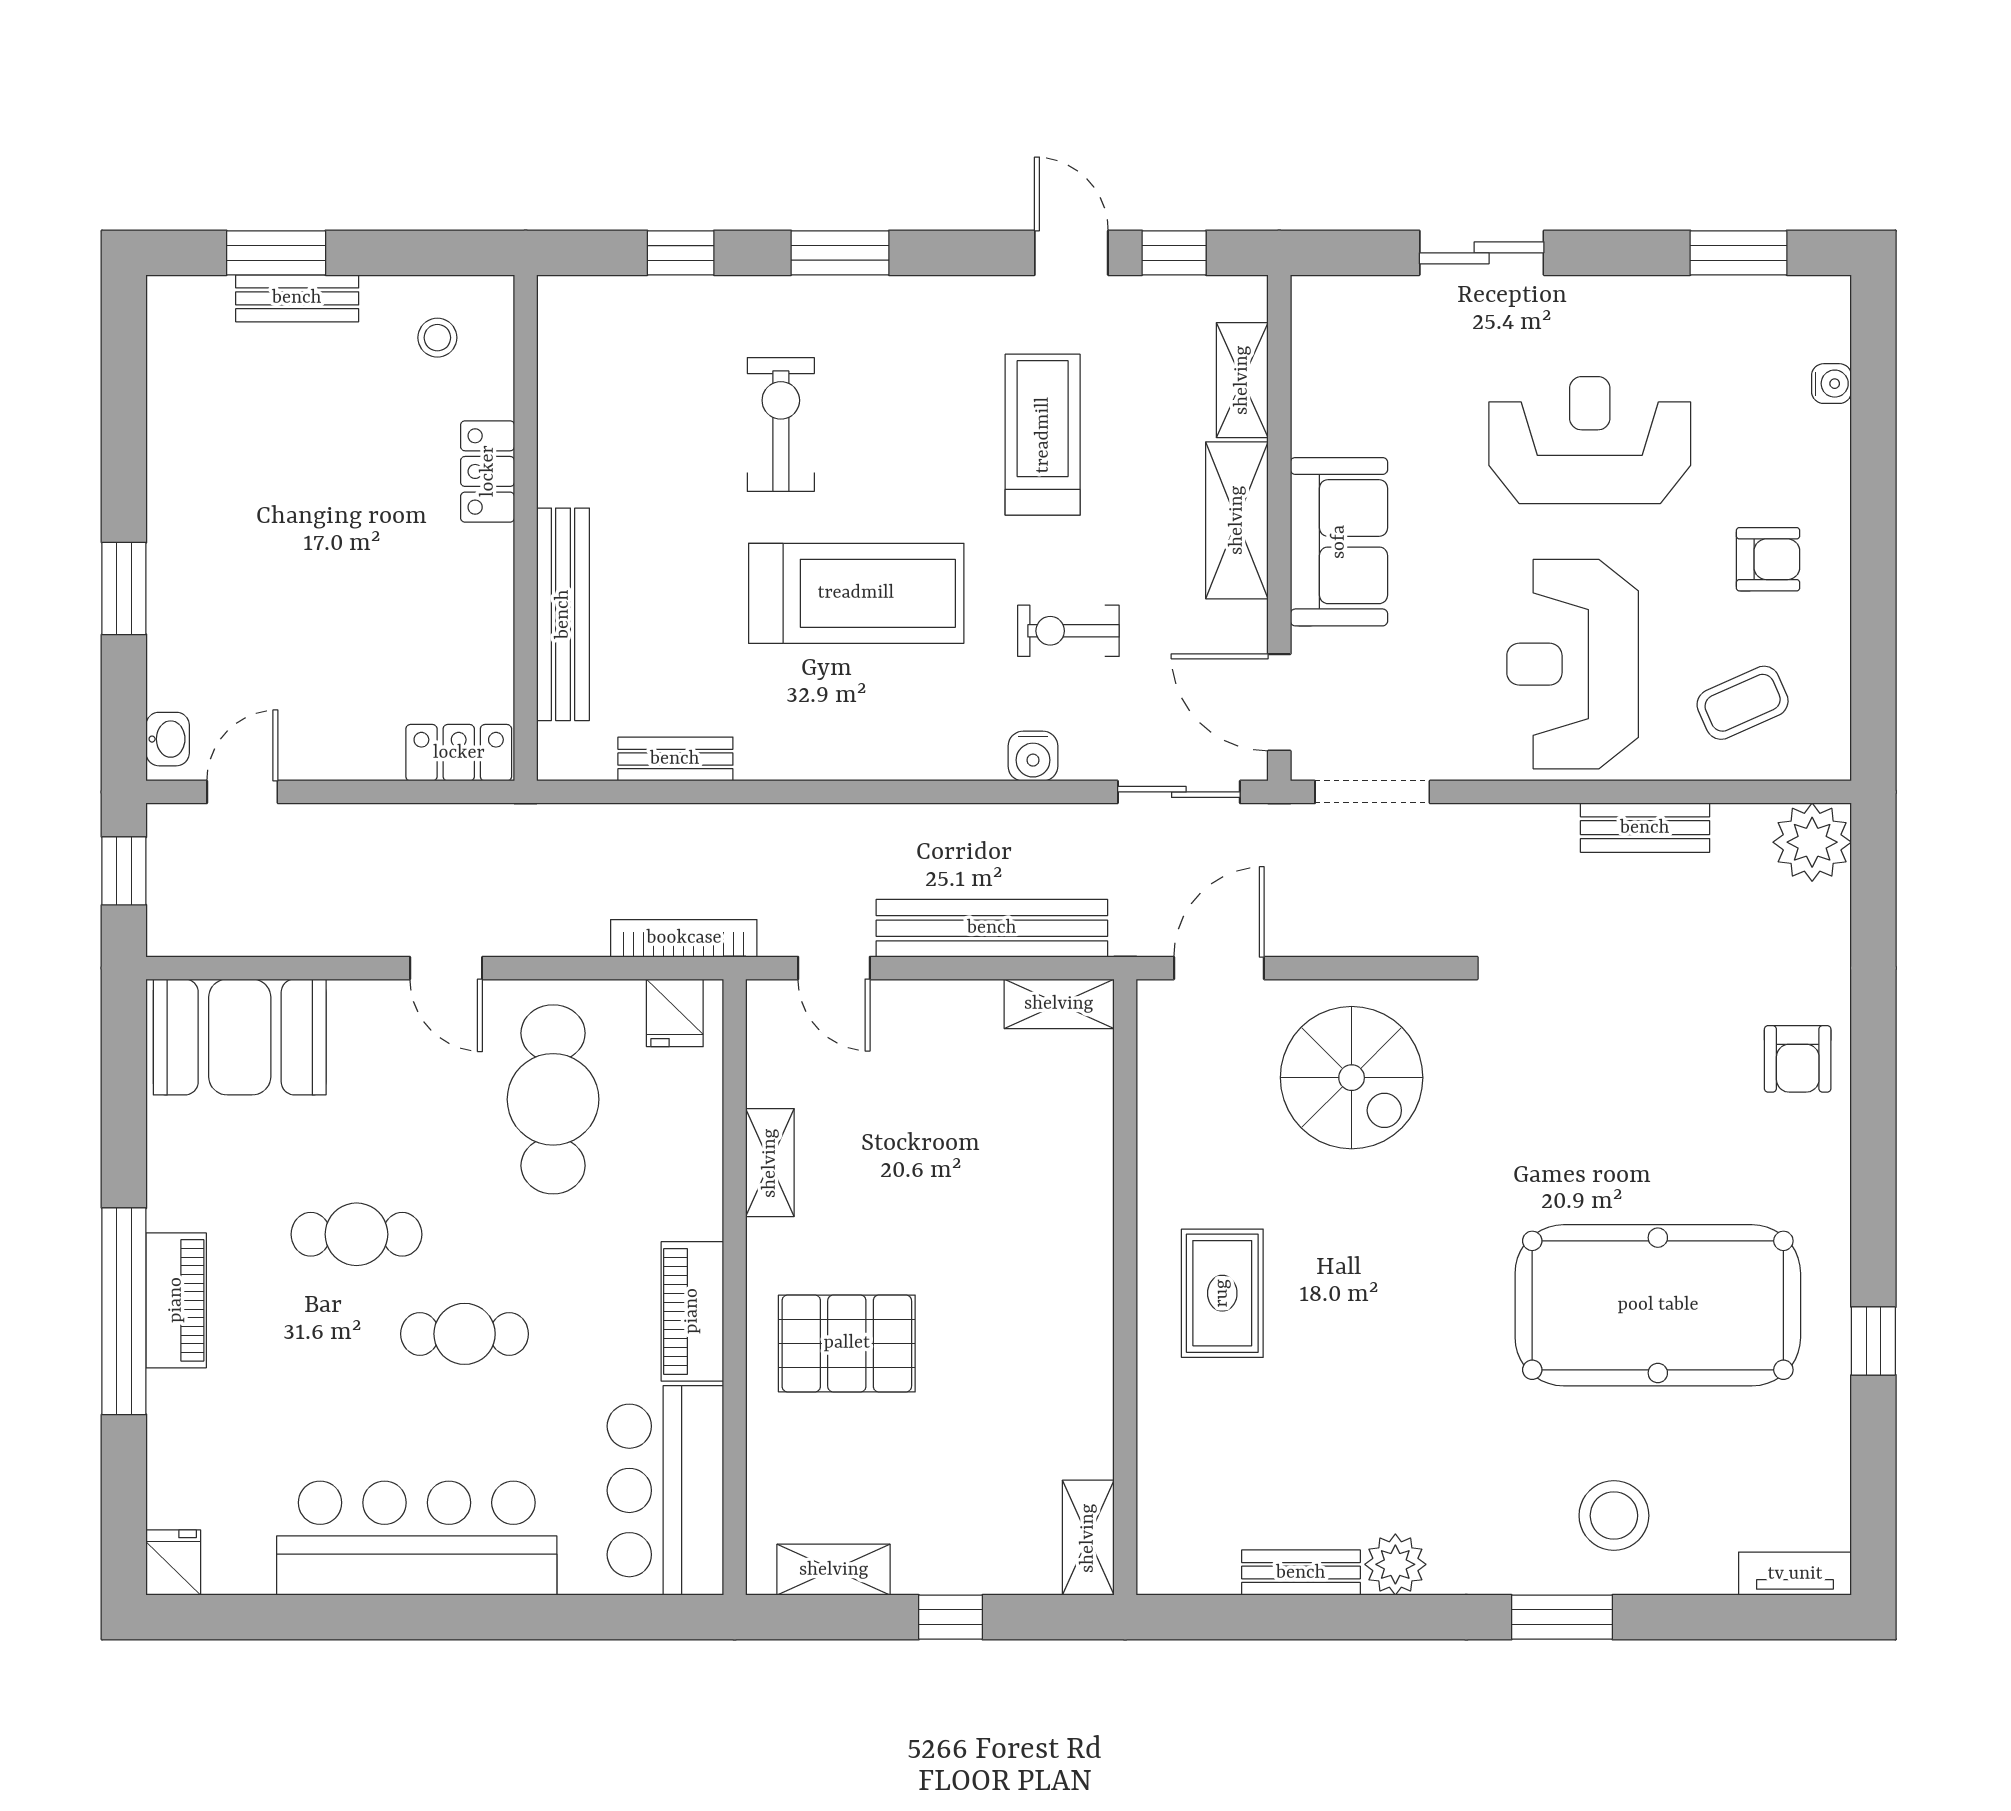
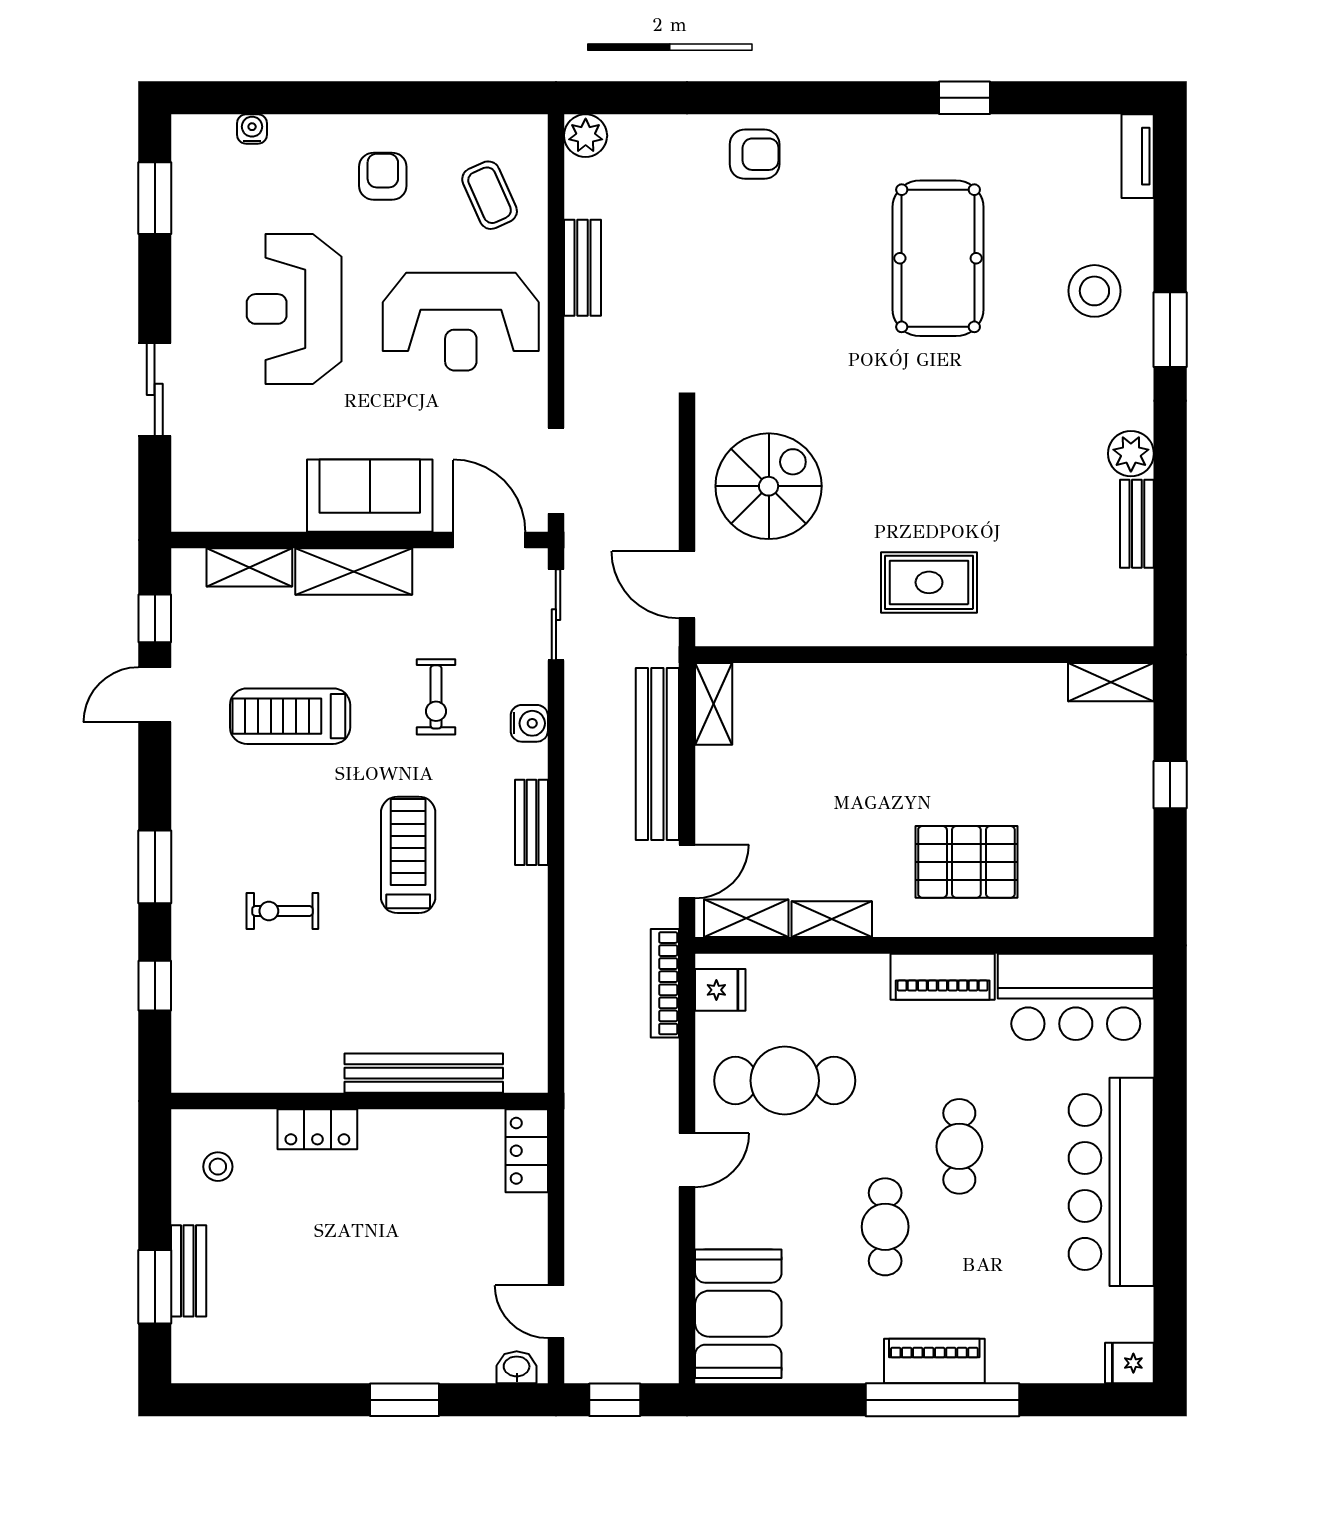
exercise bike: (781, 424) -> (282, 911), width x0.73, depth x0.72
treadmill: (856, 593) -> (408, 855), width x0.73, depth x0.73
door: (1279, 702) -> (489, 540), swing flipped
bench: (675, 759) -> (531, 822), moved
plant: (1812, 842) -> (586, 136), width x0.73, depth x0.73
pool table: (1658, 1305) -> (938, 258), width x0.73, depth x0.76
pallet: (847, 1343) -> (966, 862), turned 90
shelving: (834, 1570) -> (746, 918), moved, turned 90

